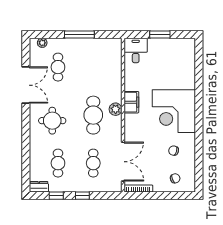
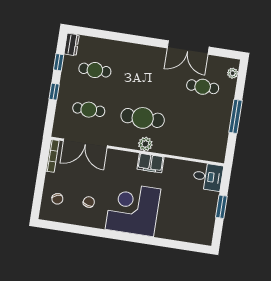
round table: (52, 121) -> (143, 71), removed

